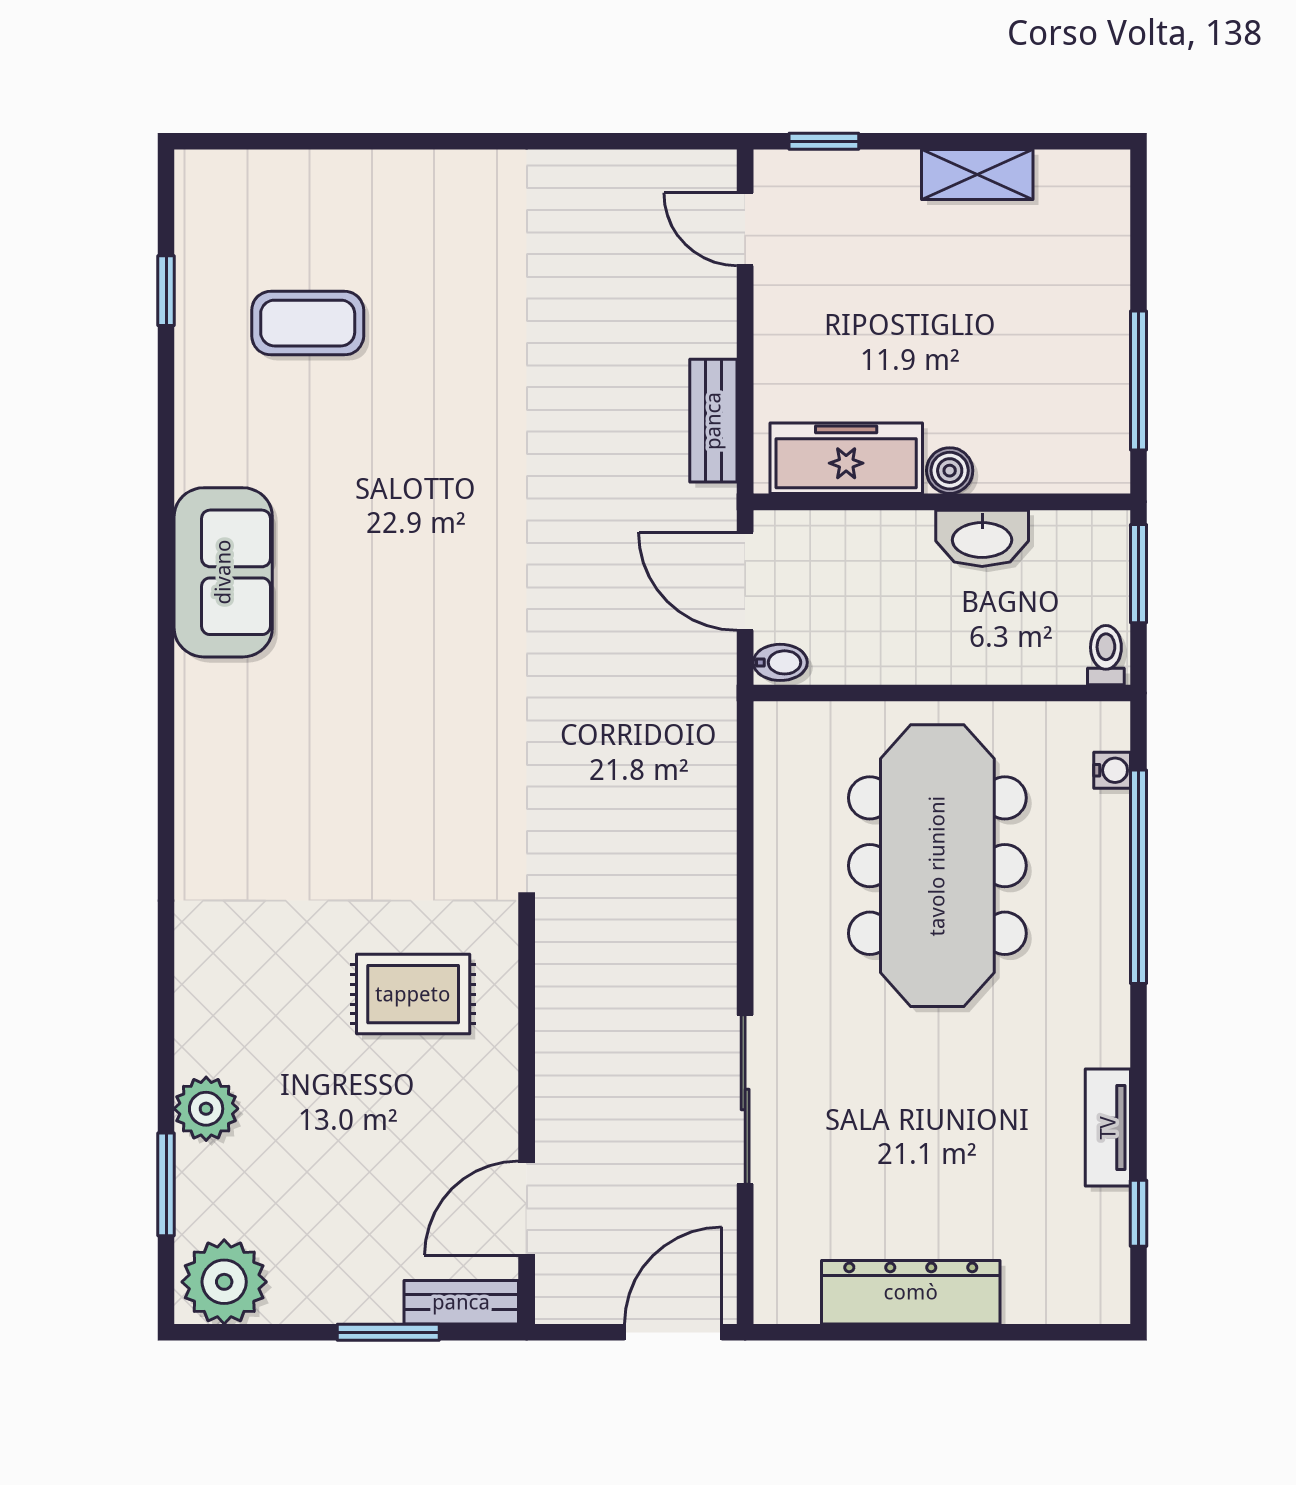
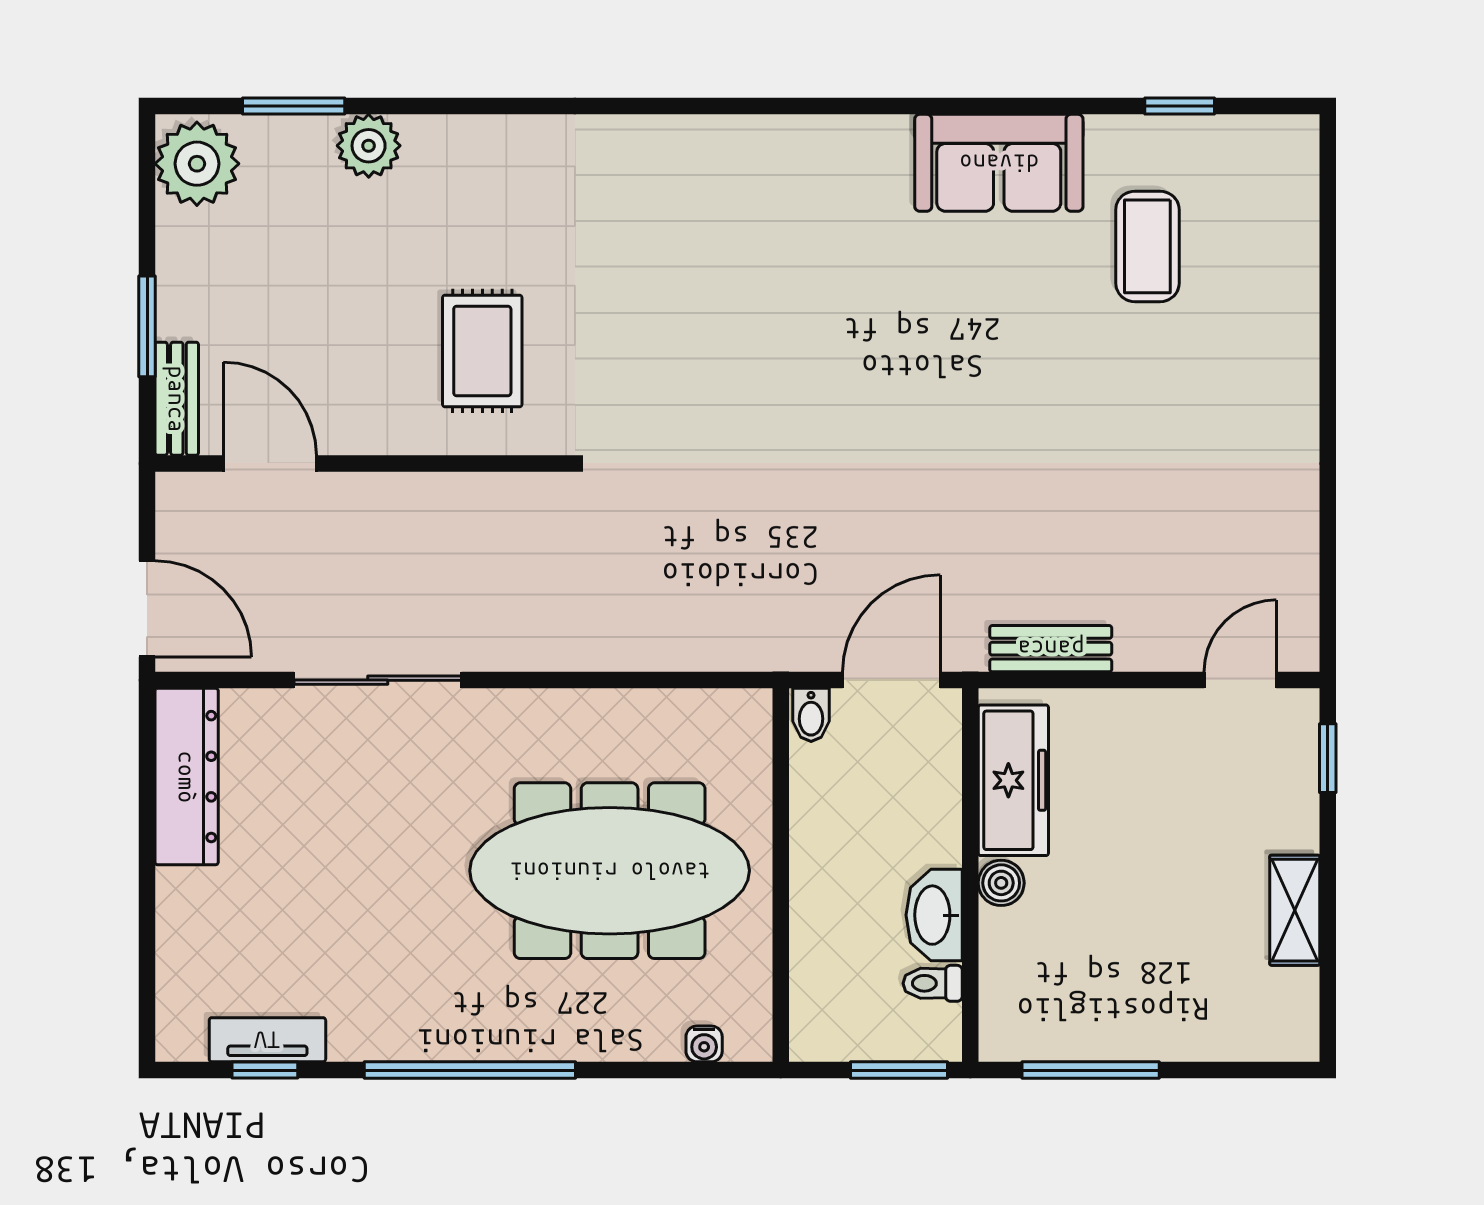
sofa: (223, 572) -> (999, 163), moved
toilet: (1106, 655) -> (933, 983), moved, turned 180
window: (1138, 877) -> (470, 1070), moved
tv unit: (1108, 1128) -> (267, 1040), moved
dresser: (911, 1292) -> (187, 777), moved

